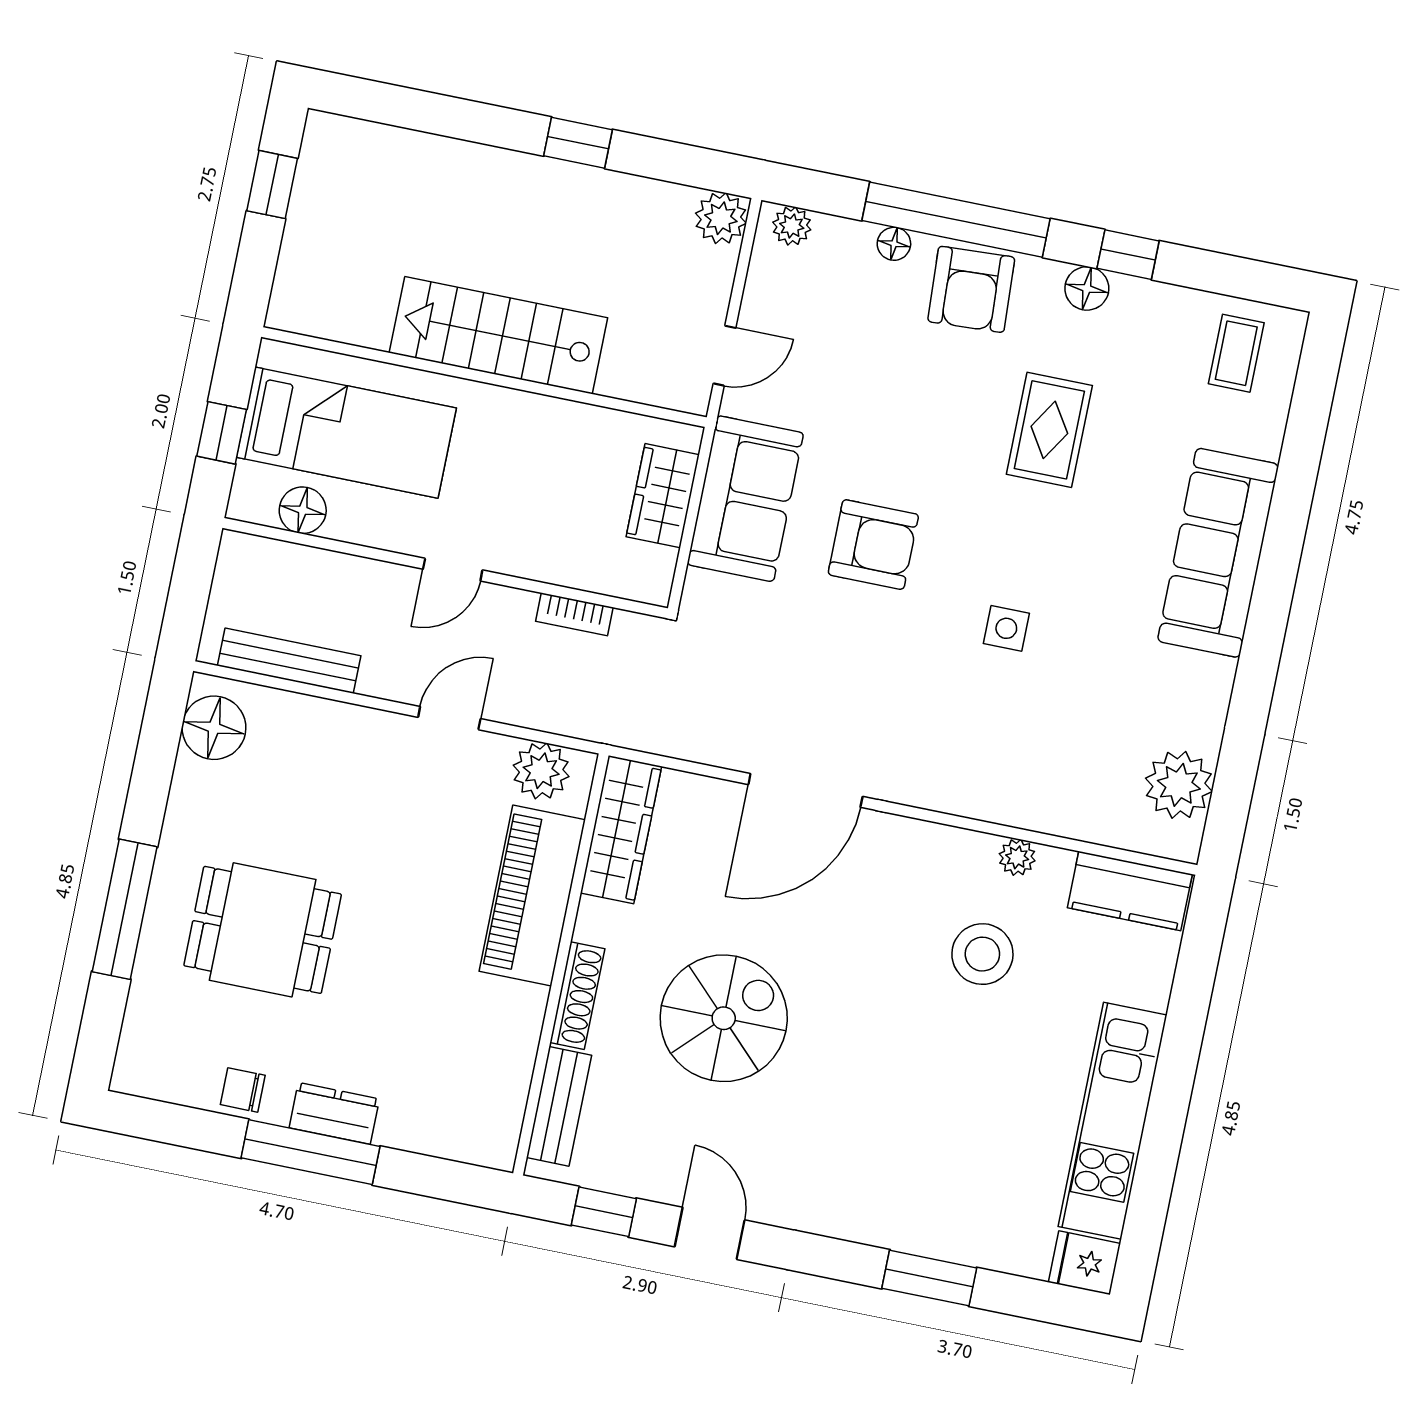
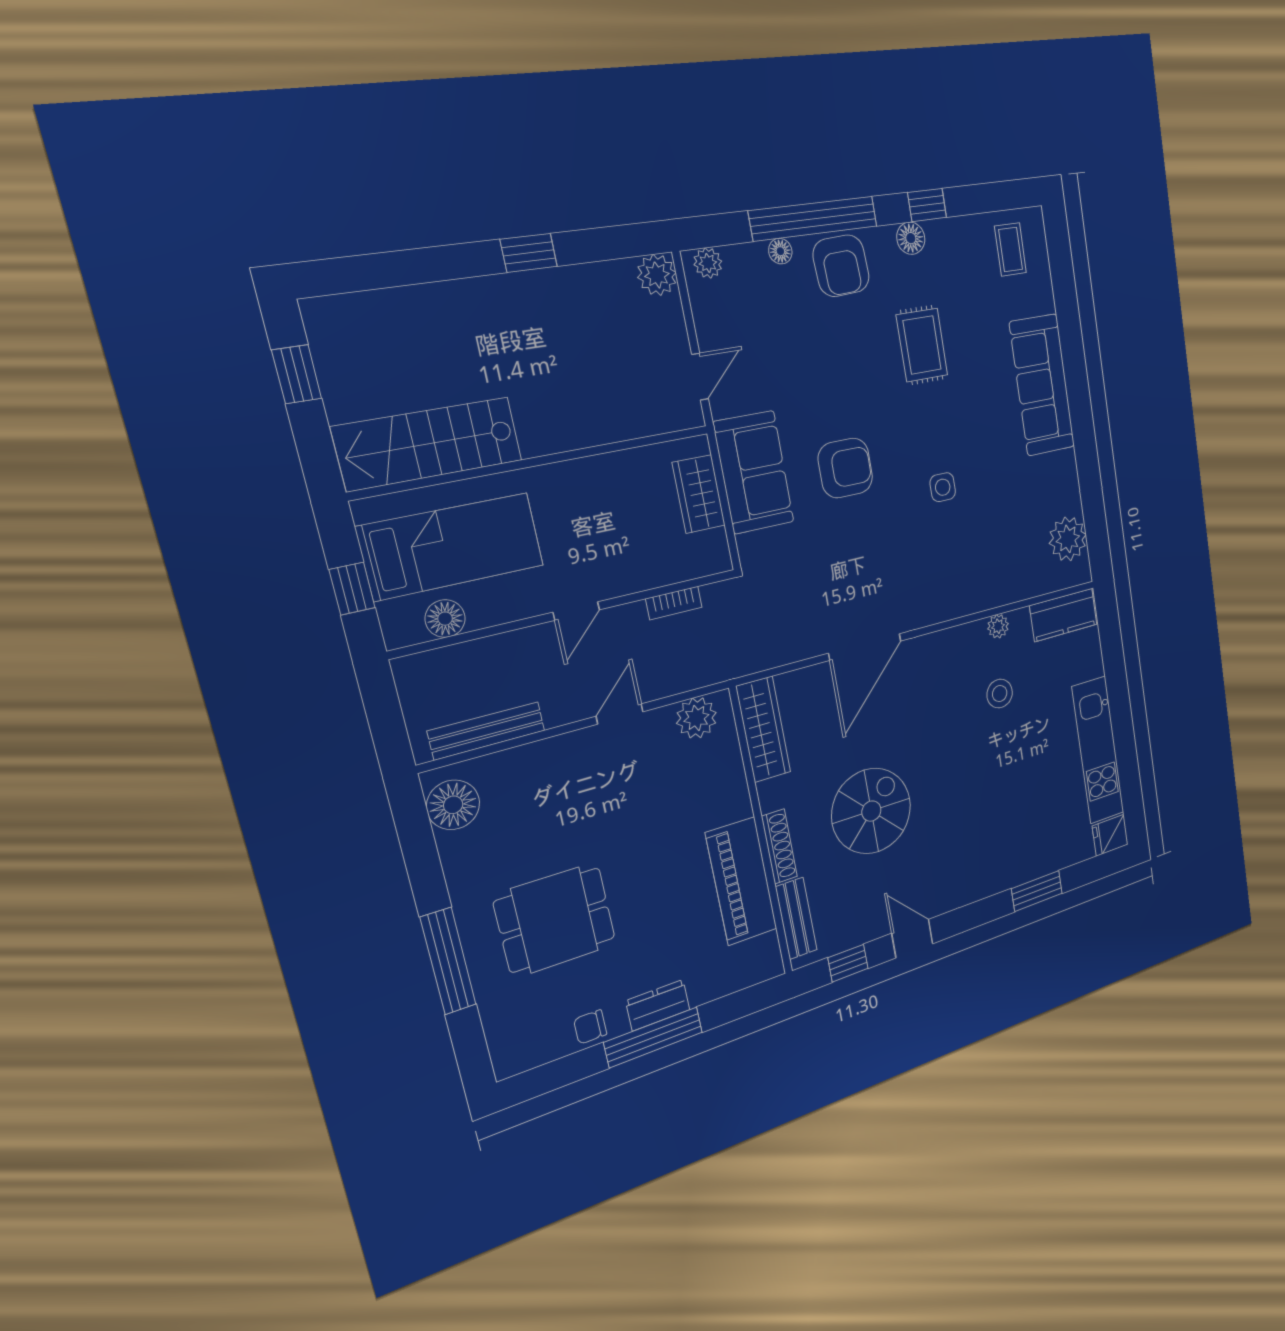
stairs: (498, 335) -> (429, 444), moved
piano: (532, 896) -> (741, 881), moved
stool: (982, 954) -> (1000, 694), width x0.73, depth x0.73

